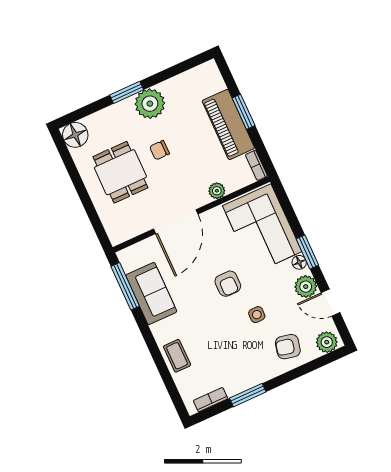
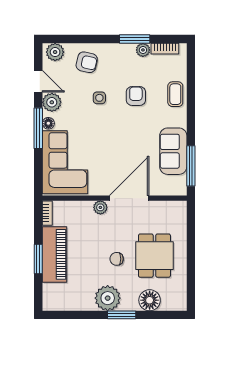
floor lamp: (75, 135) -> (150, 300), moved
chair: (159, 150) -> (117, 259), turned 180
plant: (217, 191) -> (100, 207), moved
window: (307, 252) -> (38, 128), width x1.44
armchair: (228, 284) -> (136, 96), moved
plant: (233, 387) -> (143, 50), added

